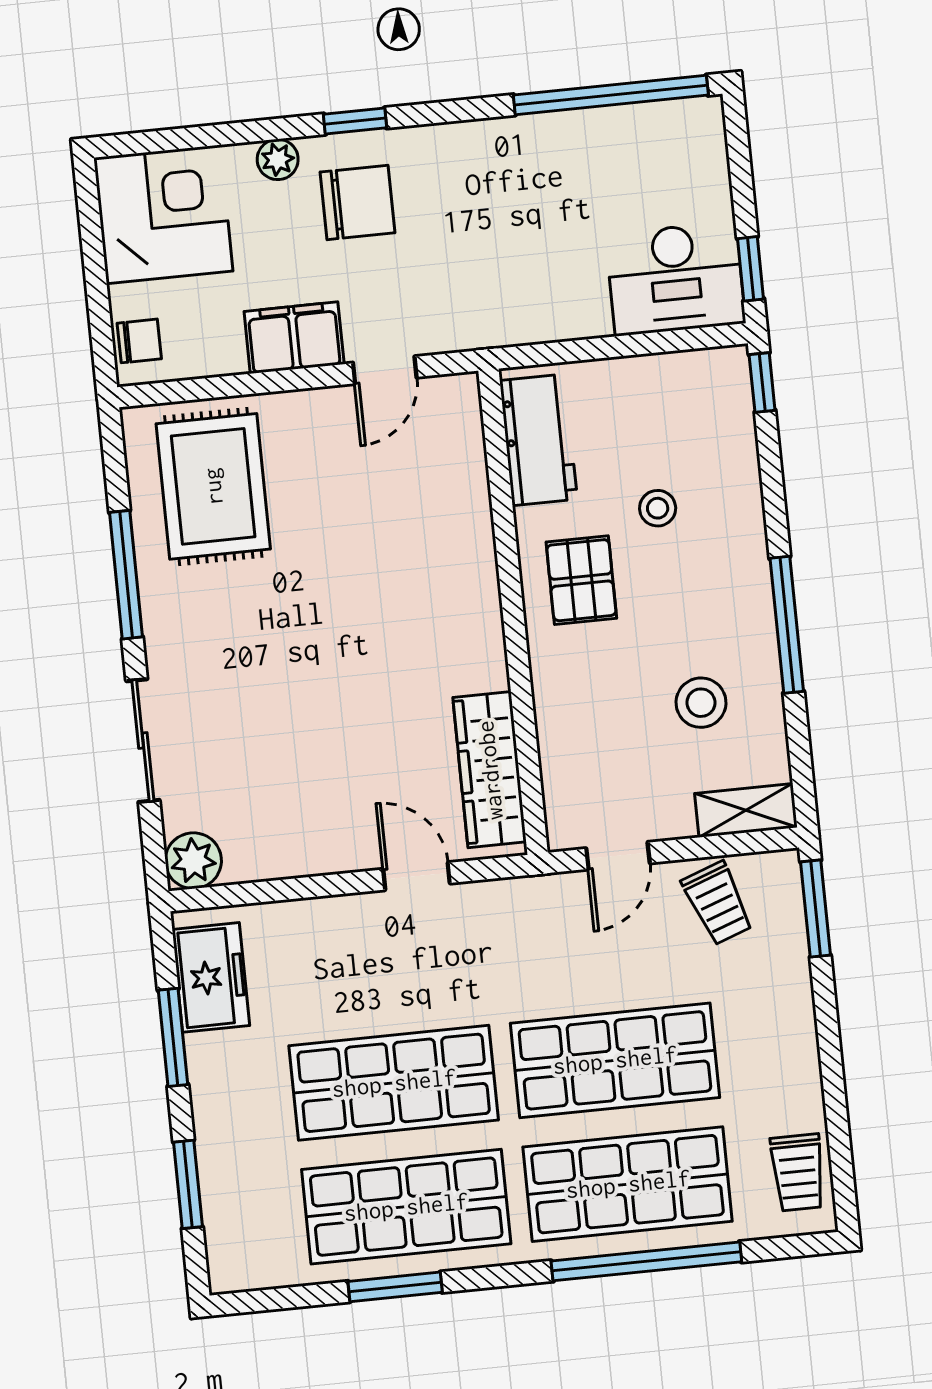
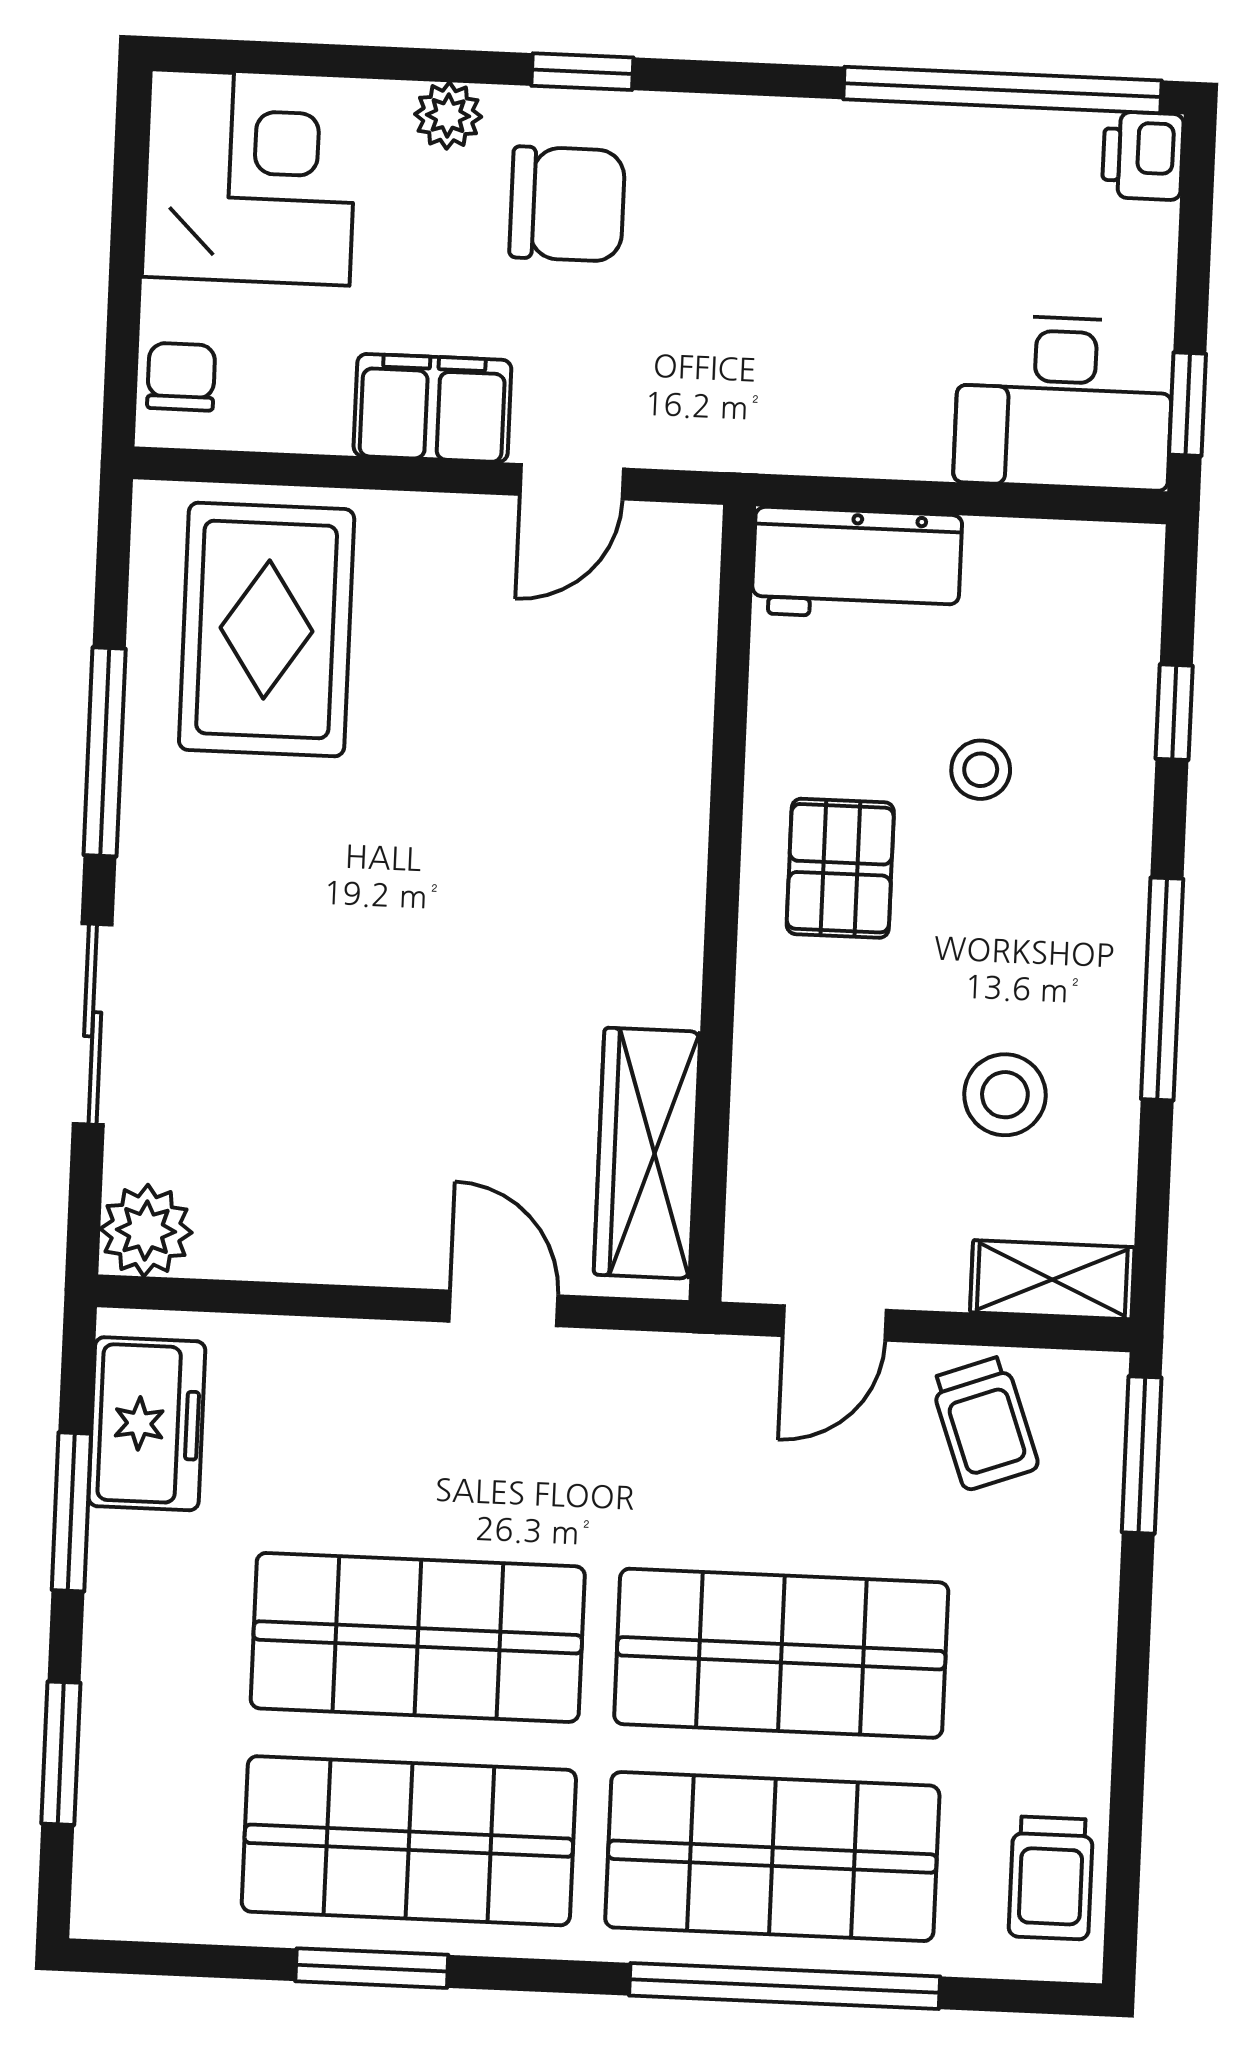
printer: (701, 122) -> (1143, 156), added
chair: (139, 341) -> (181, 377), turned -90
window: (762, 382) -> (1174, 712), moved
workbench: (538, 440) -> (857, 564), moved, turned 90

